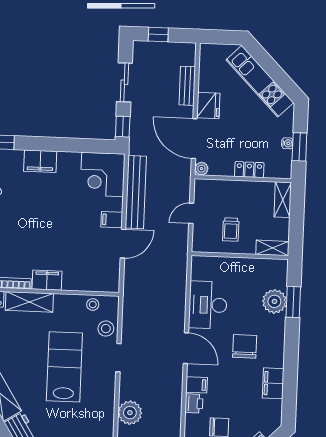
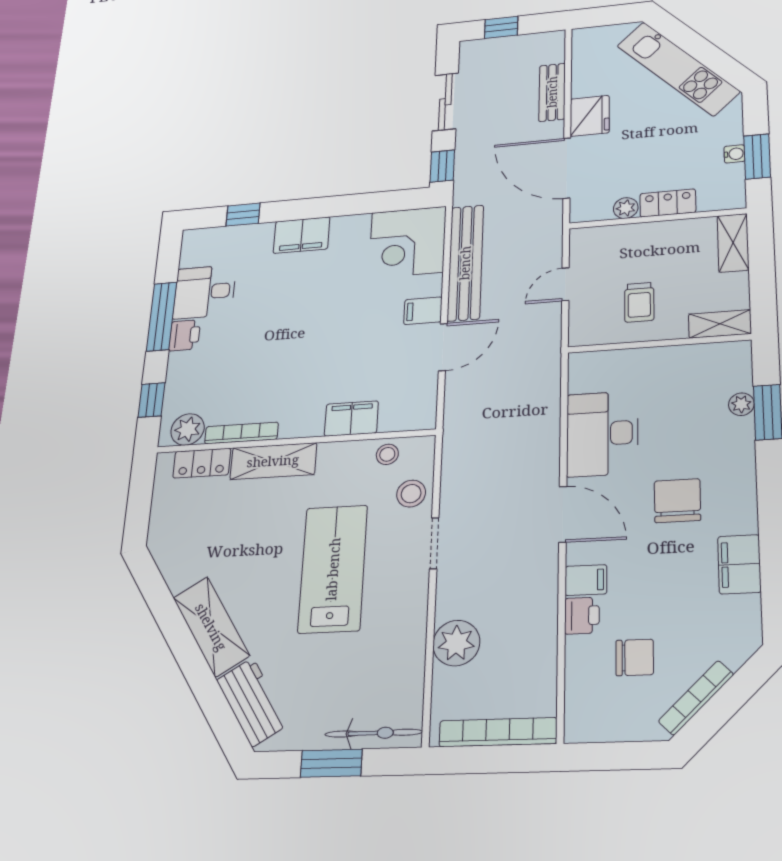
plant: (201, 169) -> (626, 208), moved
filing cabinet: (47, 280) -> (351, 419), moved
plant: (274, 301) -> (741, 404), width x0.53, depth x0.53

